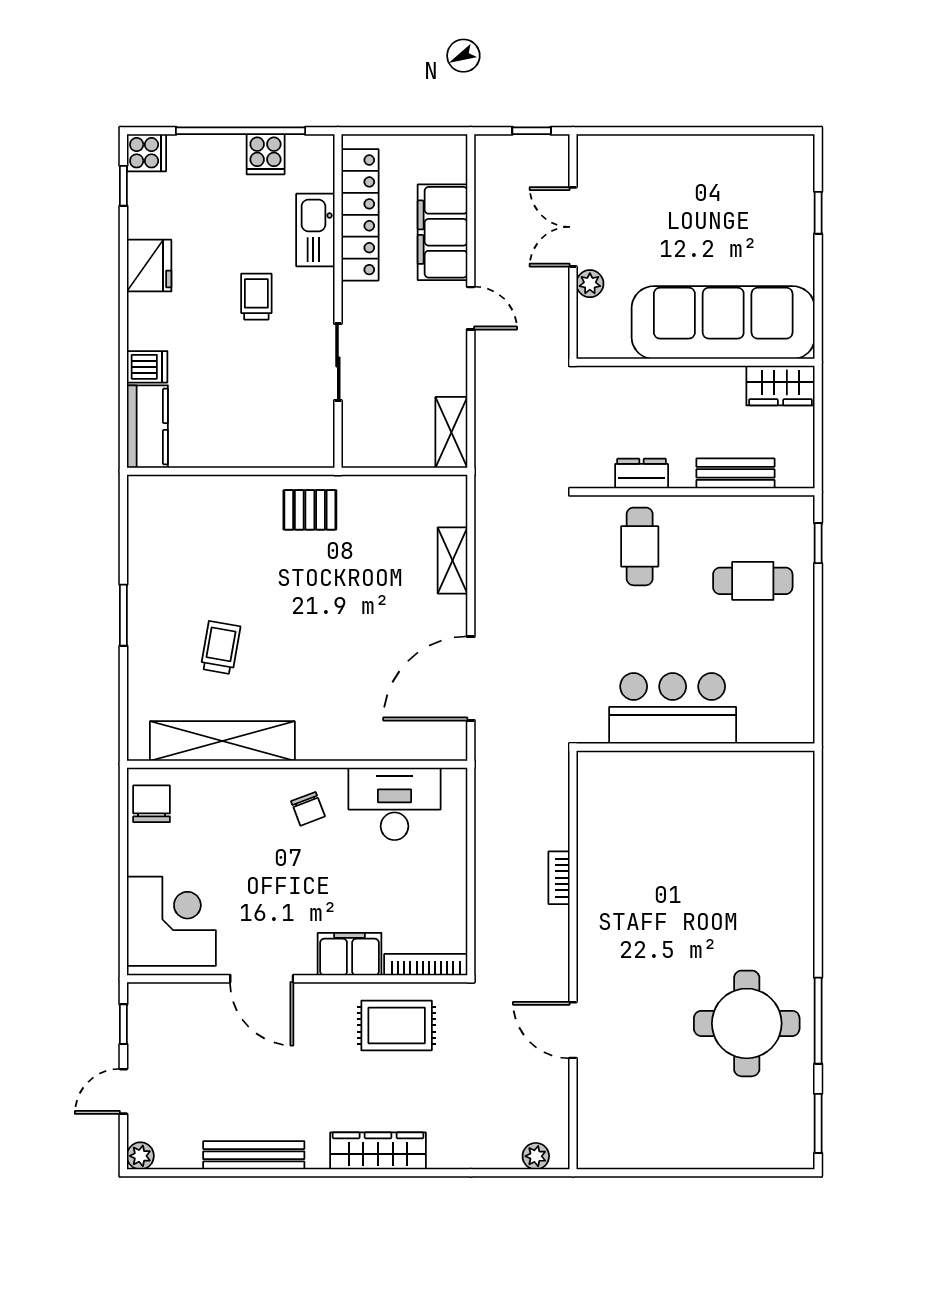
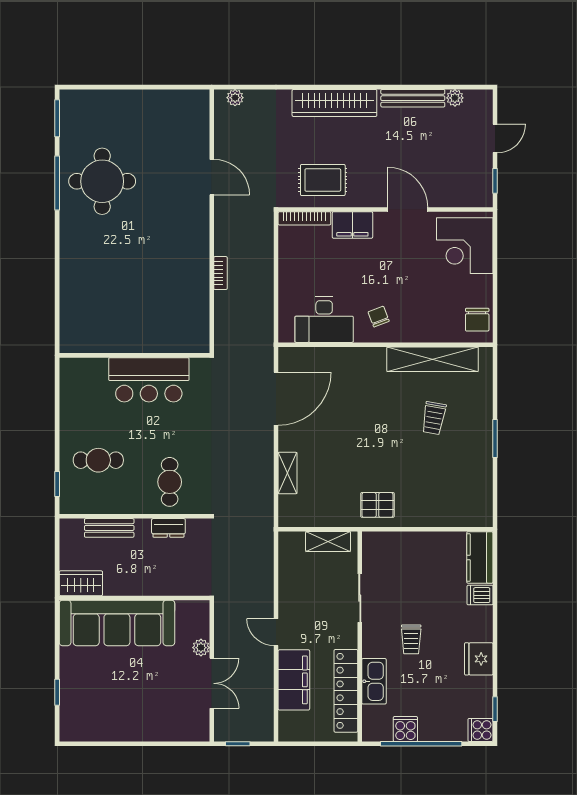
shelving: (451, 432) -> (328, 541), moved, turned 90
wardrobe: (378, 1151) -> (334, 103), width x1.40, depth x1.17
plant: (140, 1156) -> (455, 98), moved

